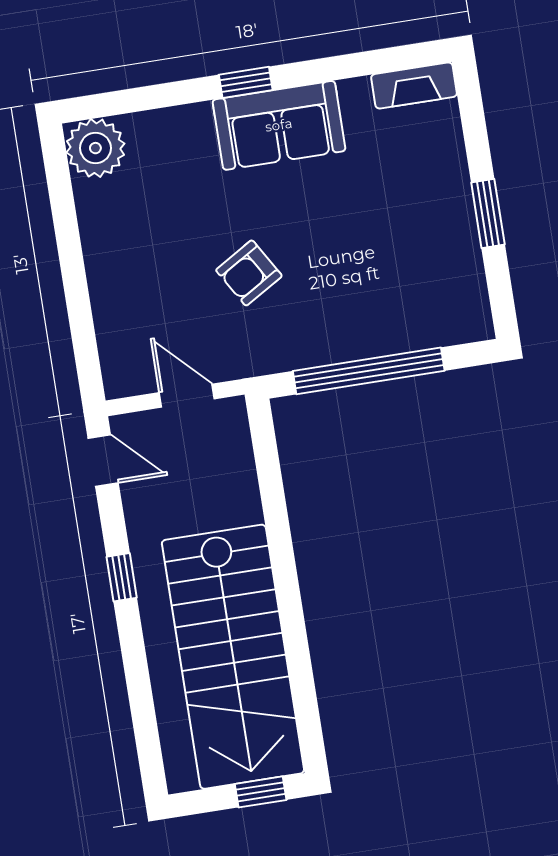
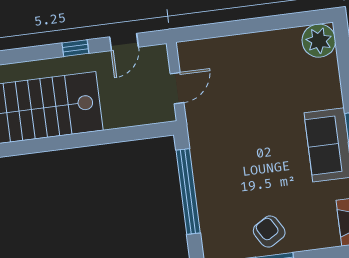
armchair: (249, 273) -> (269, 232), moved
door: (103, 460) -> (124, 42), moved

